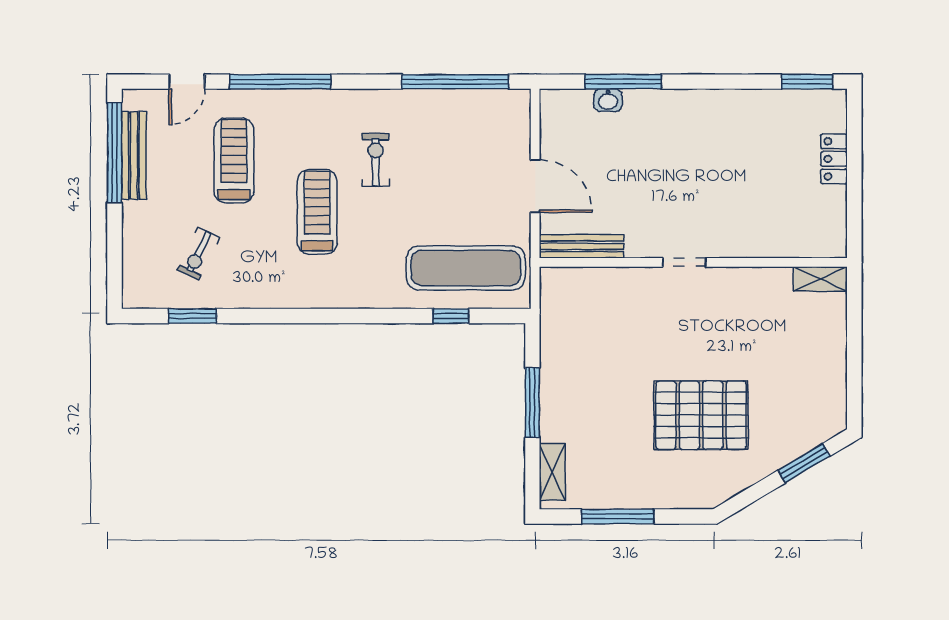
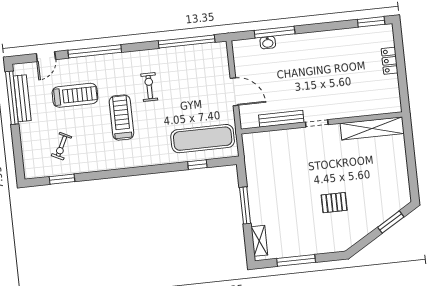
treadmill: (234, 160) -> (75, 95), turned 90
bench: (581, 246) -> (281, 119), moved
shelving: (820, 279) -> (372, 128), width x2.20, depth x1.33
pallet: (701, 415) -> (334, 203), width x0.49, depth x0.50

